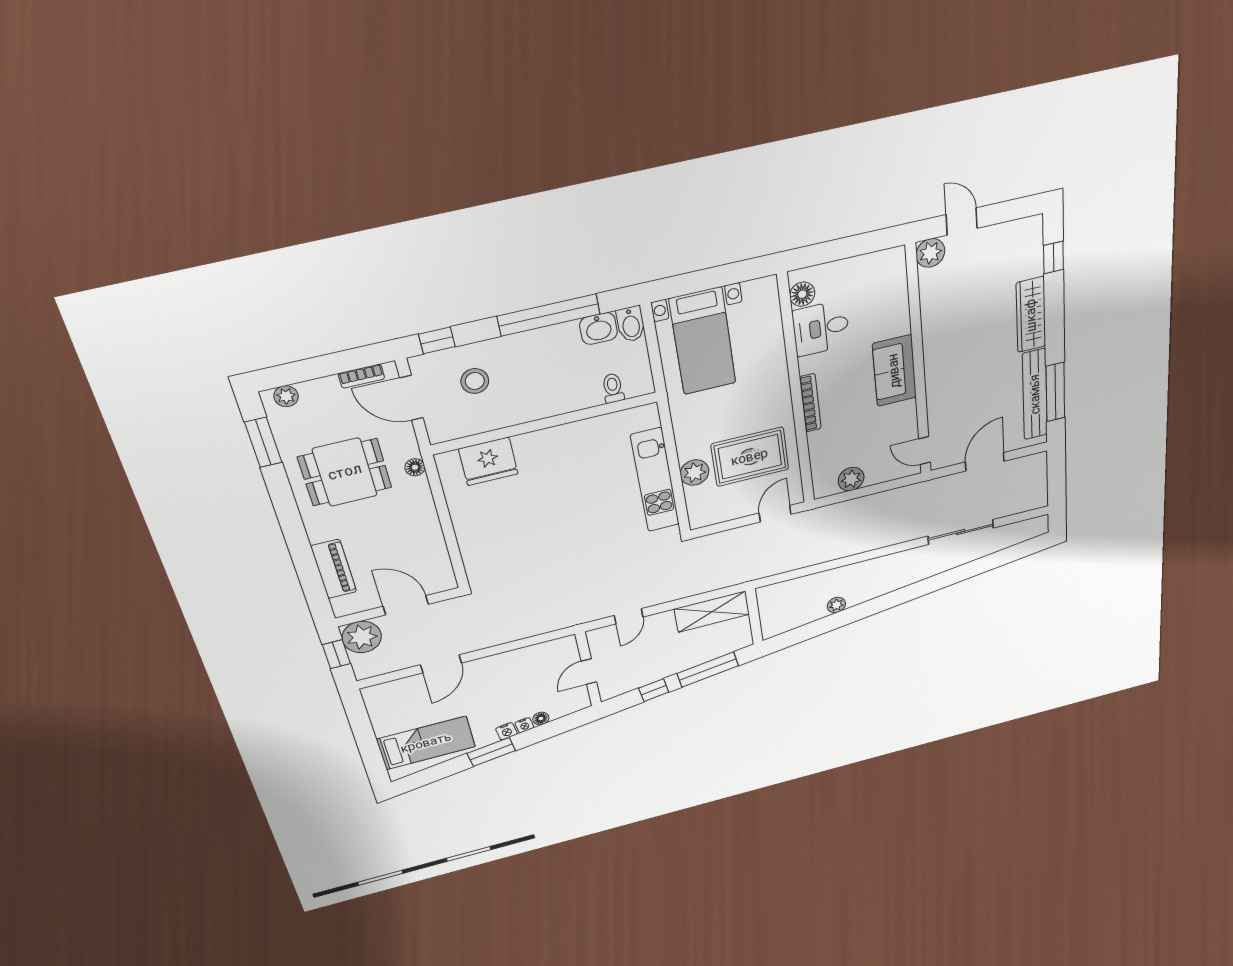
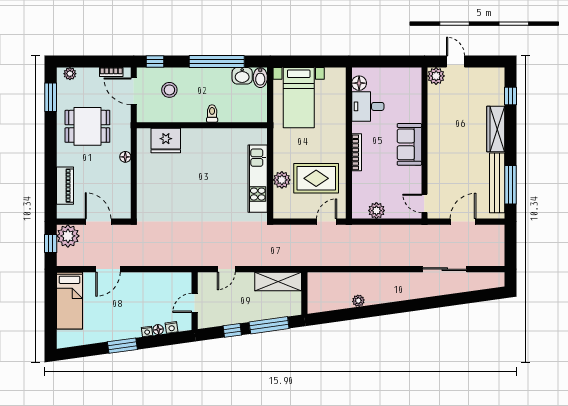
toilet: (613, 388) -> (212, 113), moved
floor lamp: (415, 467) -> (125, 157), moved
nightstand: (506, 731) -> (172, 327), moved
bed: (426, 743) -> (69, 301), moved, turned 90

